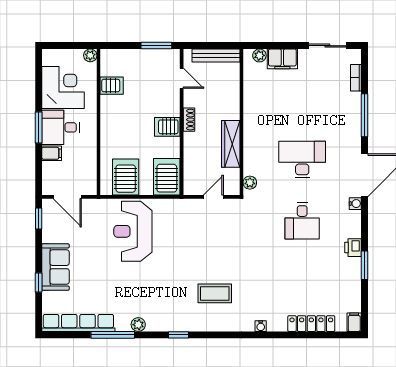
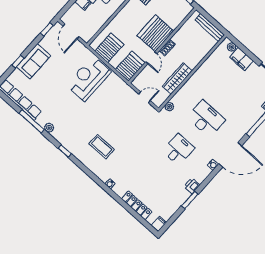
door: (182, 78) -> (151, 58), moved
server rack: (167, 127) -> (155, 33), width x2.18, depth x1.44
desk: (302, 221) -> (178, 150), turned 180

